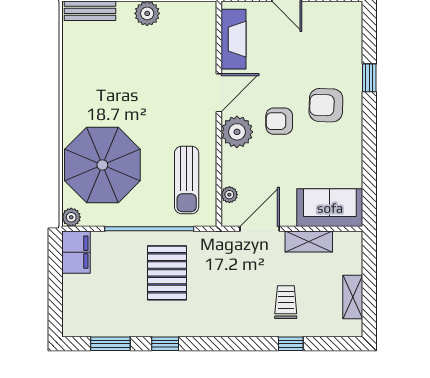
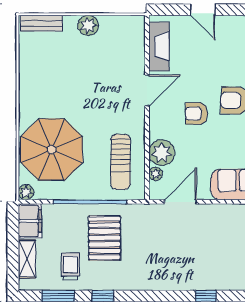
plant: (237, 132) -> (162, 153), moved
shelving: (309, 242) -> (27, 259), moved, turned 90
trolley: (286, 302) -> (70, 266), moved

